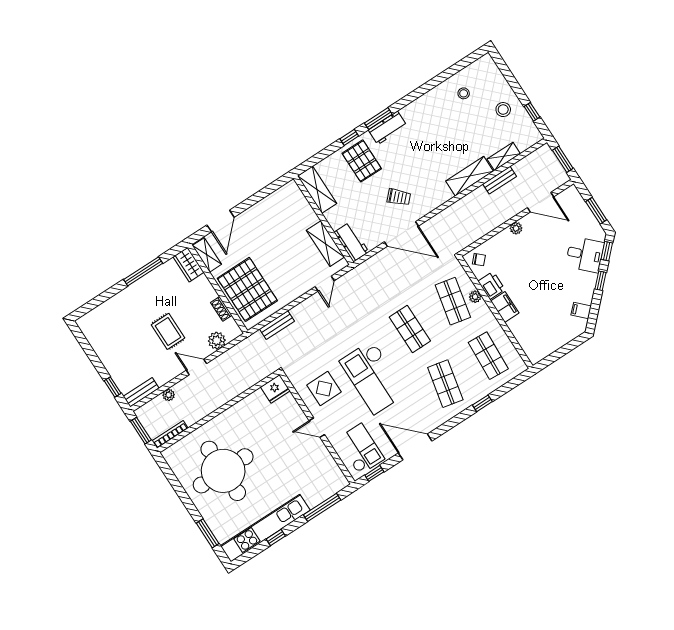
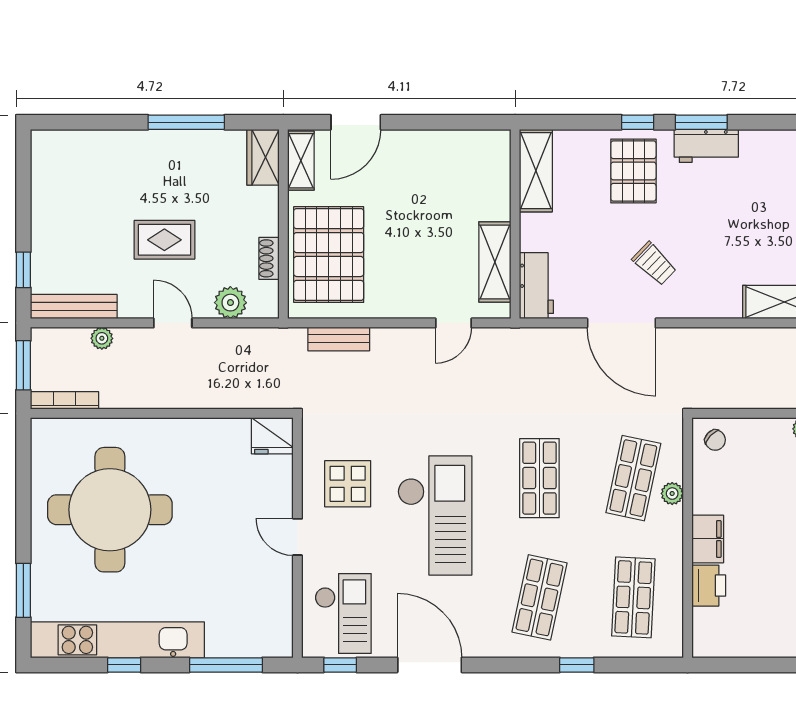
printer: (491, 285) -> (709, 586), moved
rug: (168, 331) -> (164, 240), turned 90
checkout: (373, 377) -> (435, 515), turned 180
bench: (141, 392) -> (74, 307), width x1.36

